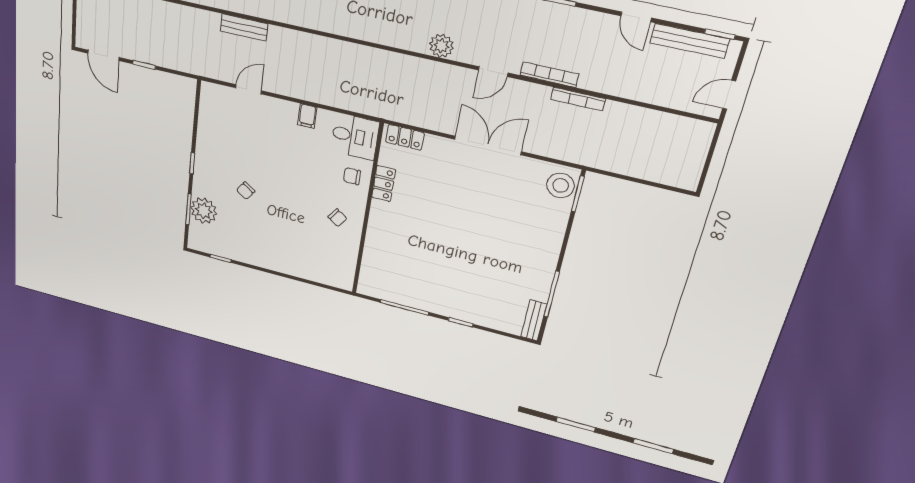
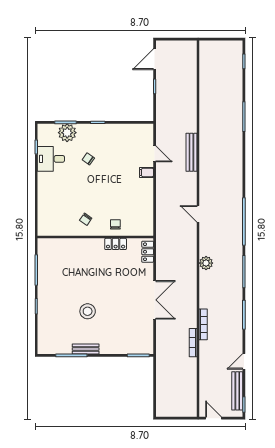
bench: (244, 27) -> (191, 152), width x1.36
door: (493, 72) -> (198, 214), moved
filing cabinet: (307, 116) -> (147, 172), moved
desk: (355, 137) -> (51, 159), moved, turned 90
stool: (561, 185) -> (88, 311), moved
bench: (534, 320) -> (86, 349), moved

